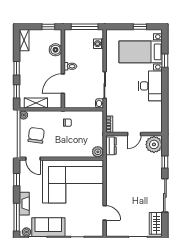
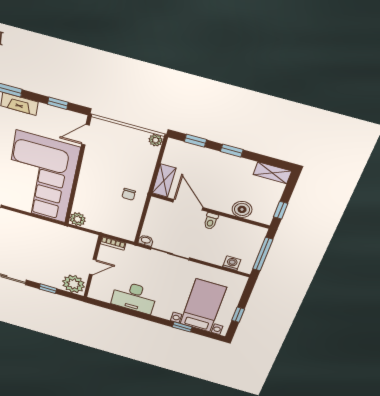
desk: (150, 86) -> (134, 297), moved
shelving: (36, 103) -> (164, 181), moved
door: (134, 134) -> (93, 267), swing flipped
chair: (36, 135) -> (120, 149), removed
dresser: (111, 146) -> (82, 237), removed

